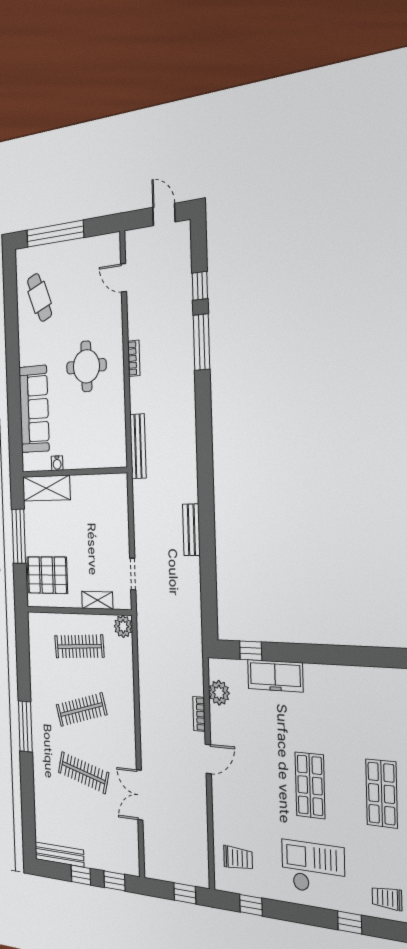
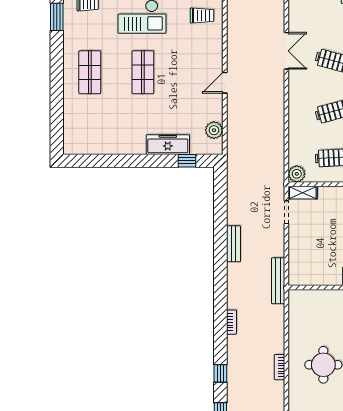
window: (202, 342) -> (220, 373), width x0.46
bench: (138, 446) -> (278, 281), moved
shelving: (97, 600) -> (303, 193), moved
bookcase: (199, 714) -> (231, 322), moved
trolley: (238, 858) -> (202, 15), turned 180

